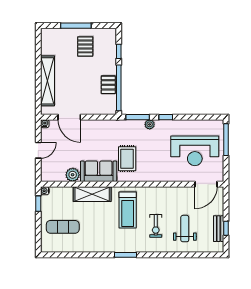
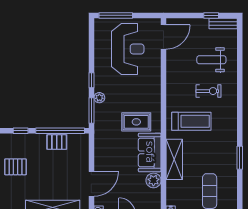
door: (206, 184) -> (164, 37), hinge flipped
bench: (219, 229) -> (223, 23), moved
window: (125, 255) -> (240, 158), moved

